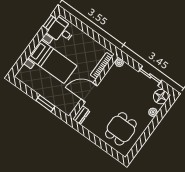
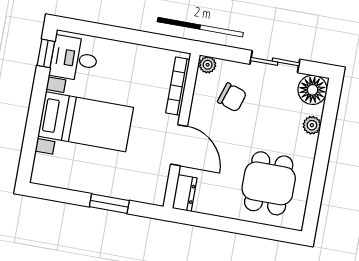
chair: (123, 83) -> (232, 97), added
door: (89, 92) -> (179, 145), swing flipped

